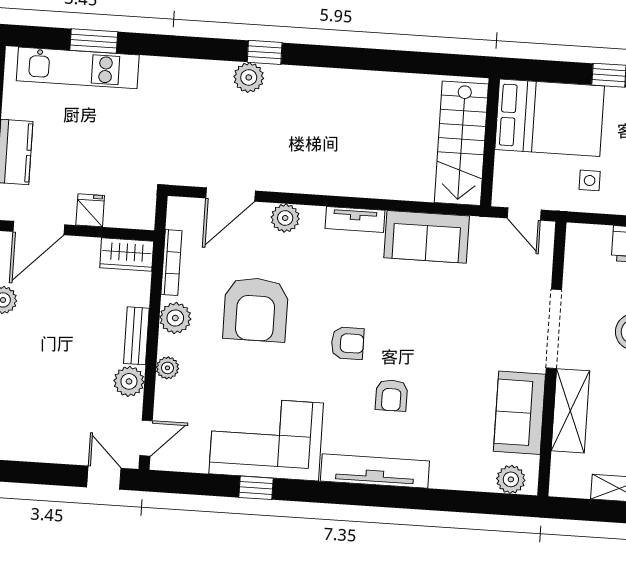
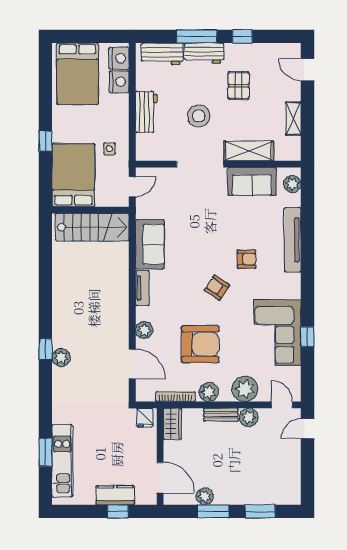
fridge: (90, 210) -> (145, 418), moved, turned -90
armchair: (348, 343) -> (217, 288), turned -56
plant: (167, 368) -> (245, 389), width x1.88, depth x1.88
tv unit: (375, 471) -> (293, 240), moved

